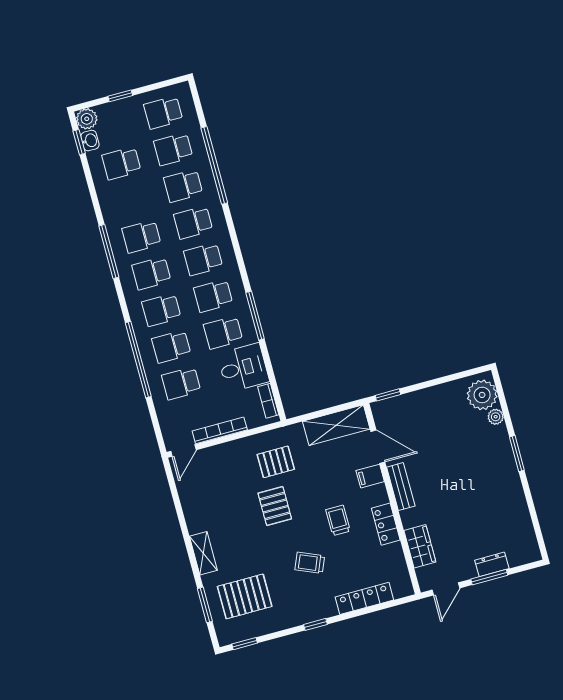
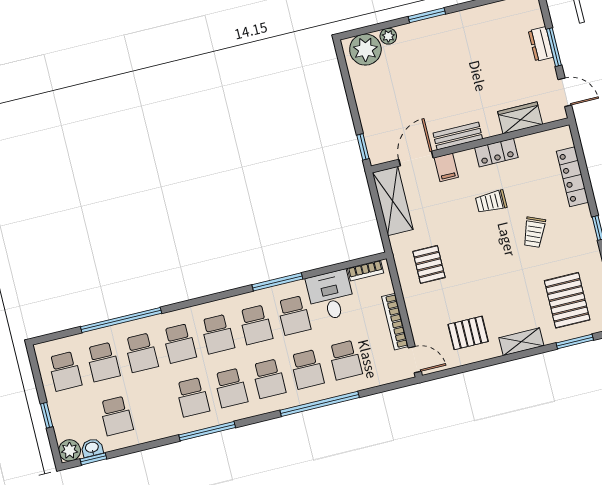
pallet: (275, 506) -> (468, 333), moved

